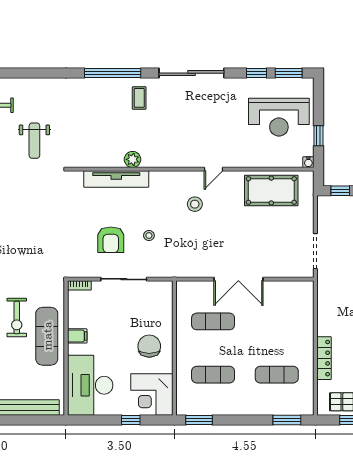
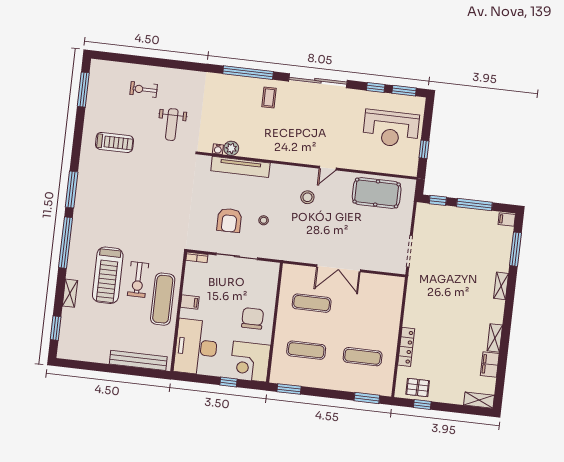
plant: (133, 159) -> (231, 148), moved
water cooler: (308, 162) -> (218, 149), moved

